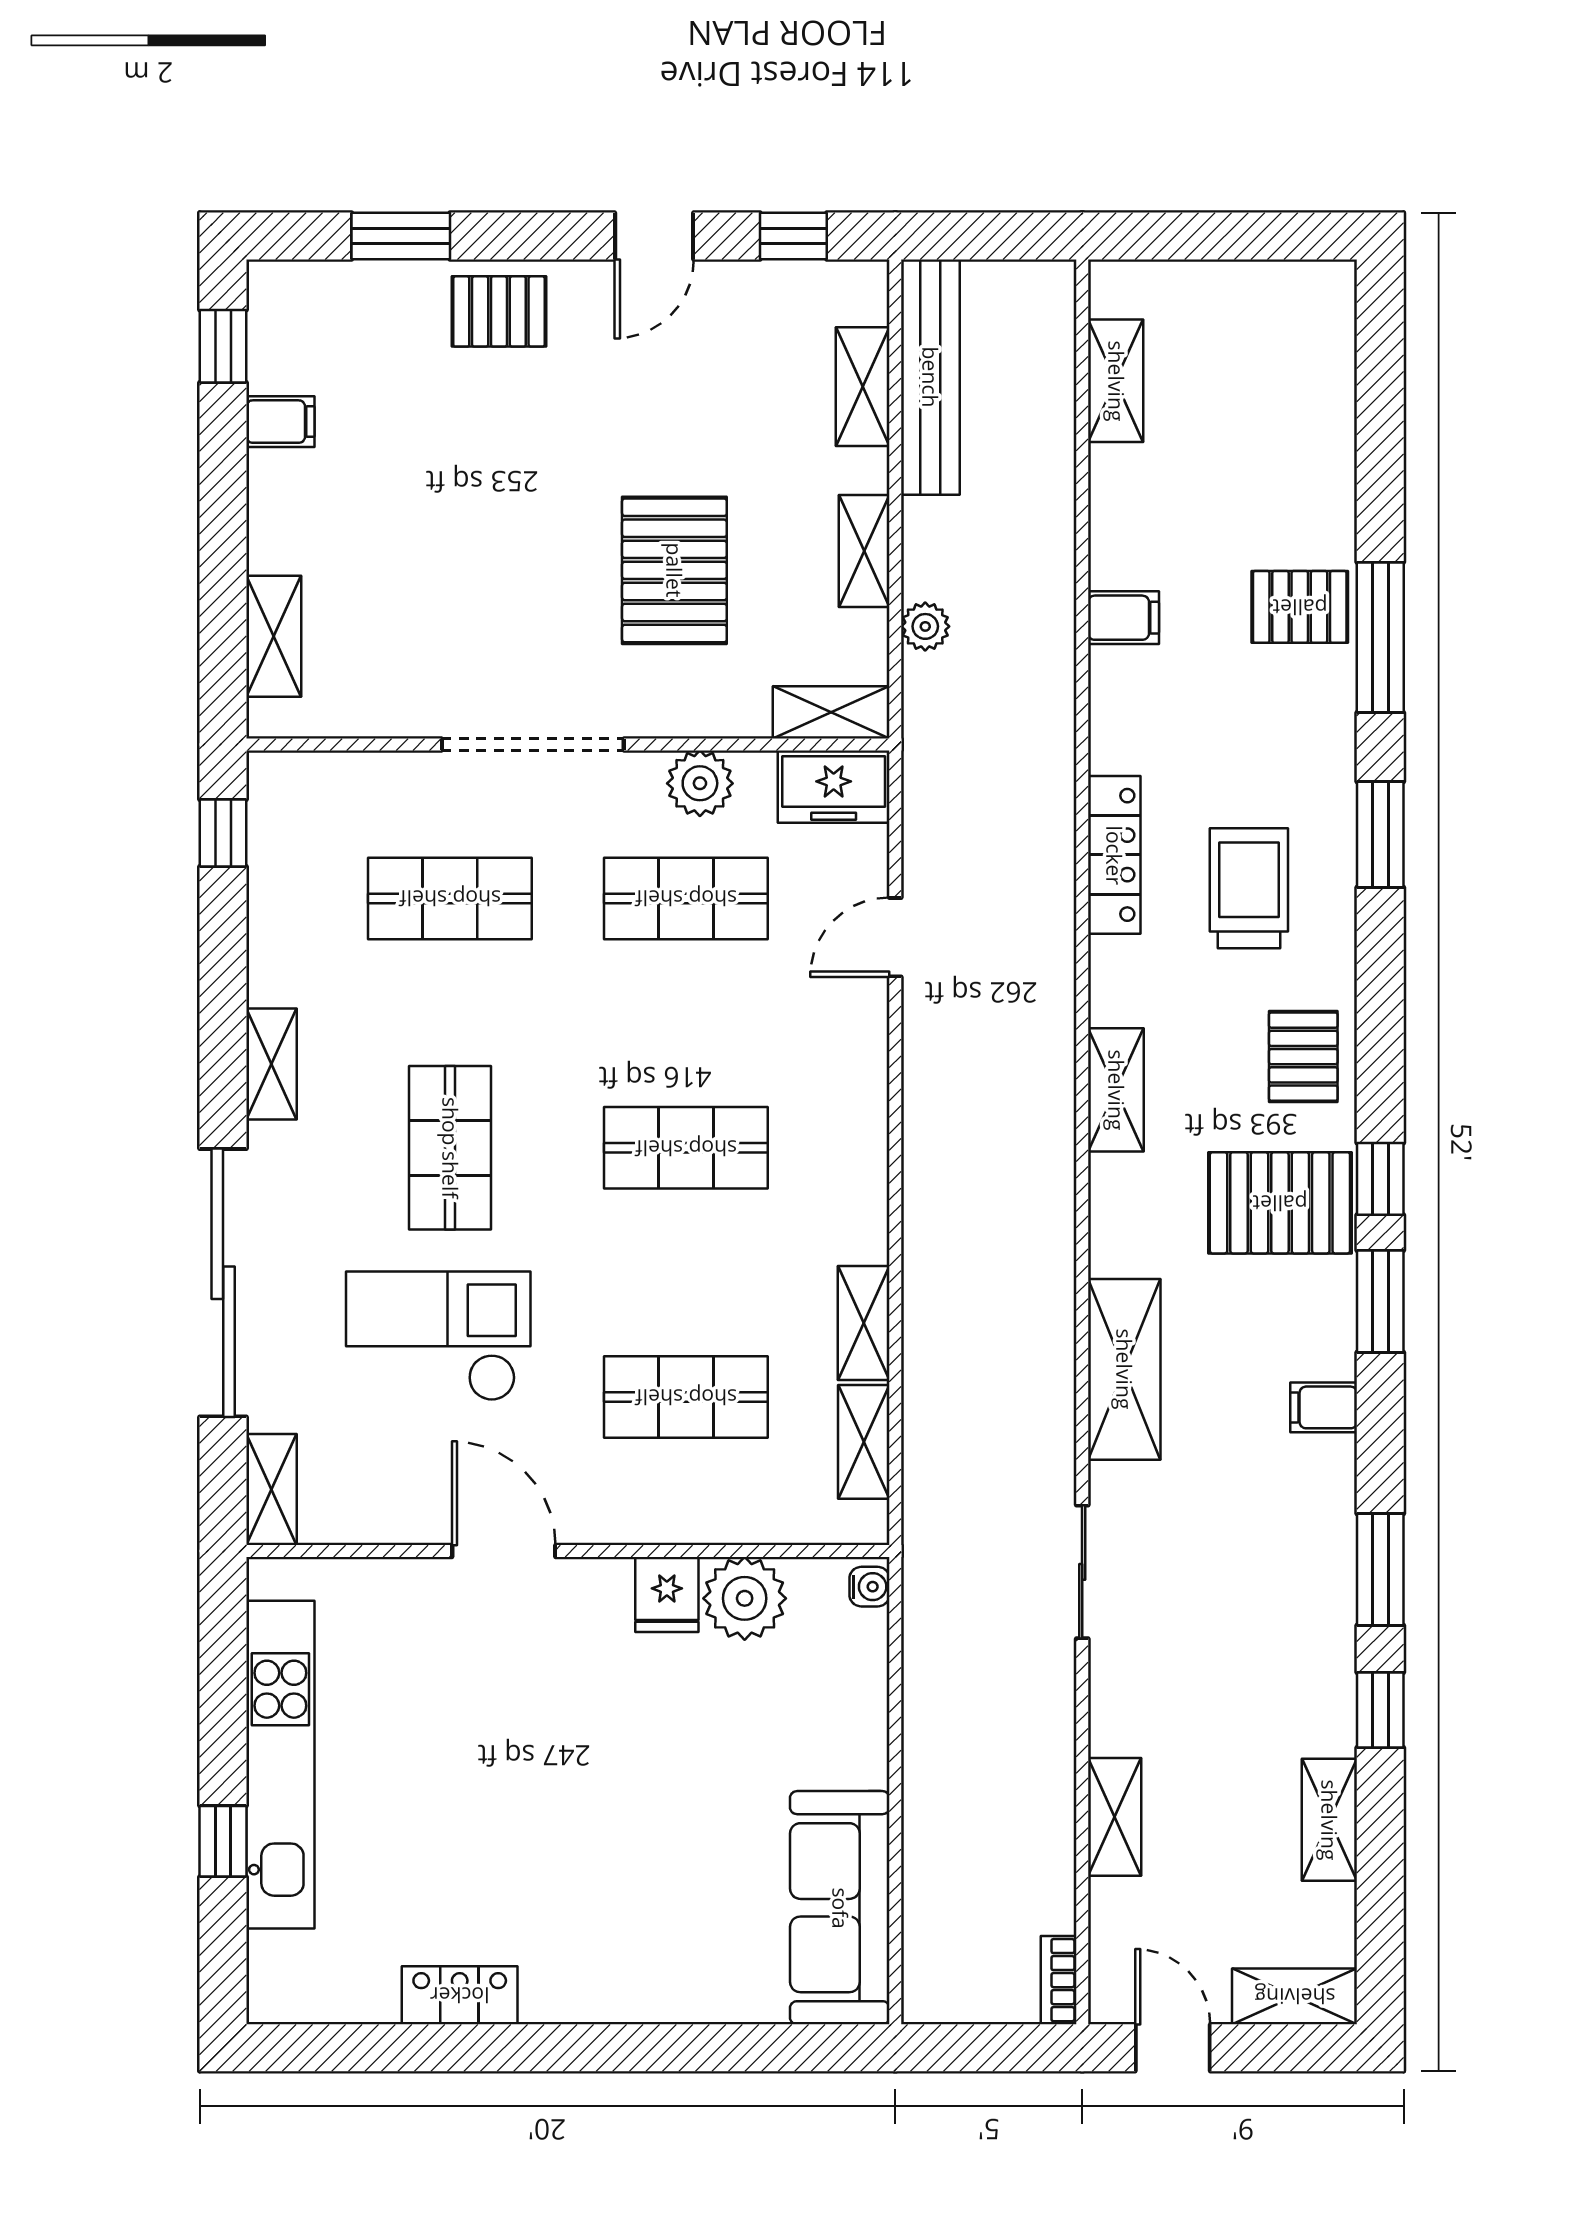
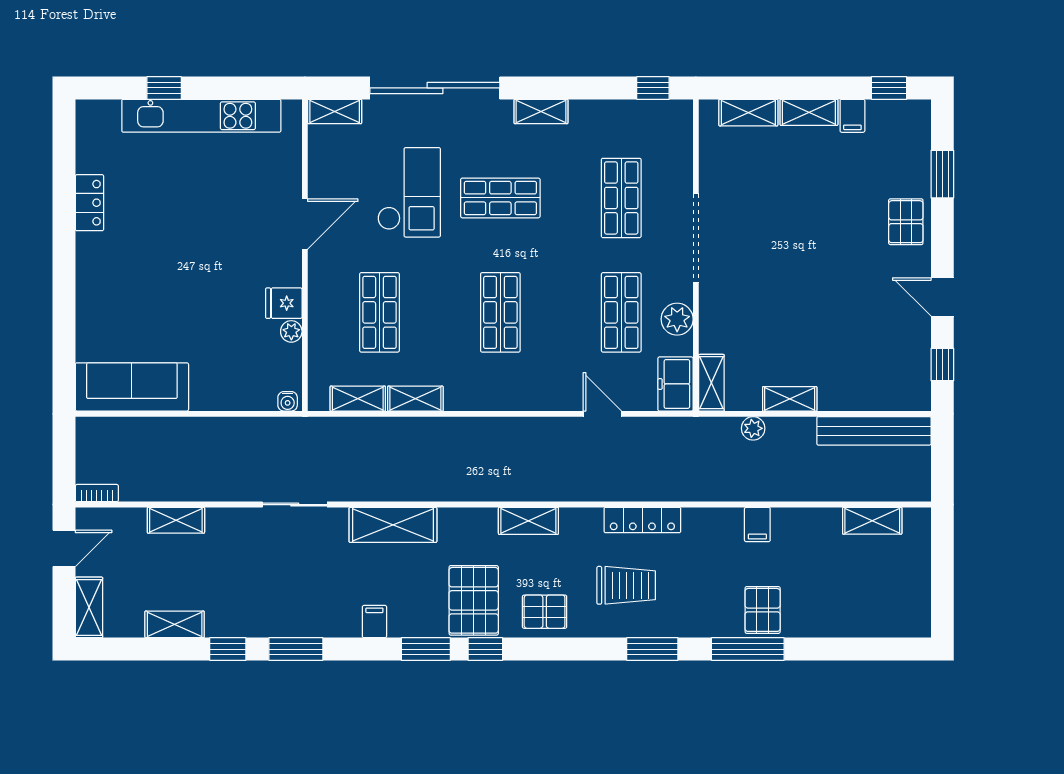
shelving: (863, 387) -> (809, 112), moved
pallet: (674, 570) -> (780, 307), removed
plant: (745, 1598) -> (291, 331), width x0.53, depth x0.53

